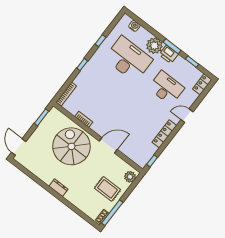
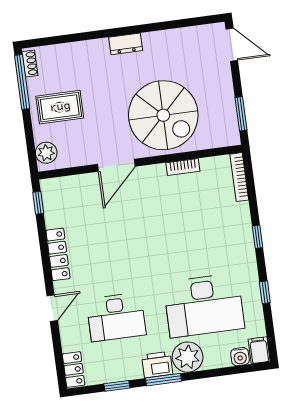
filing cabinet: (125, 21) -> (259, 350), added

